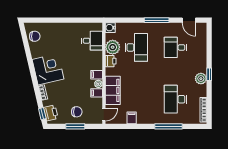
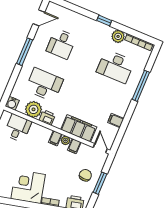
plant: (201, 79) -> (118, 36), moved

